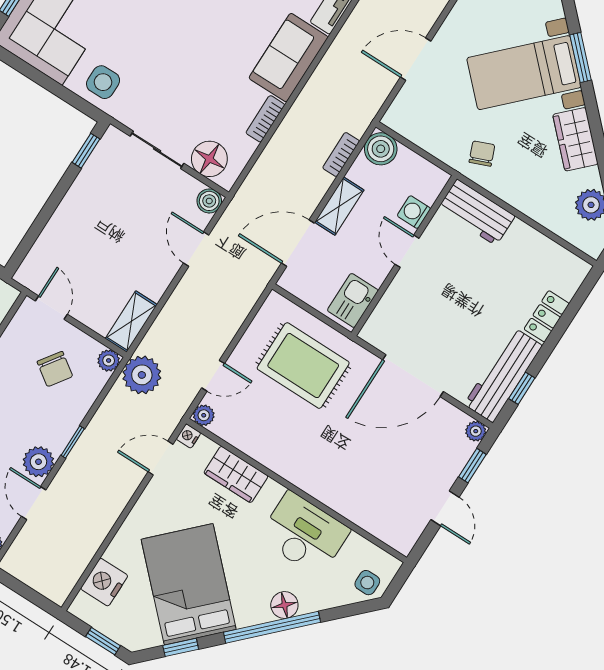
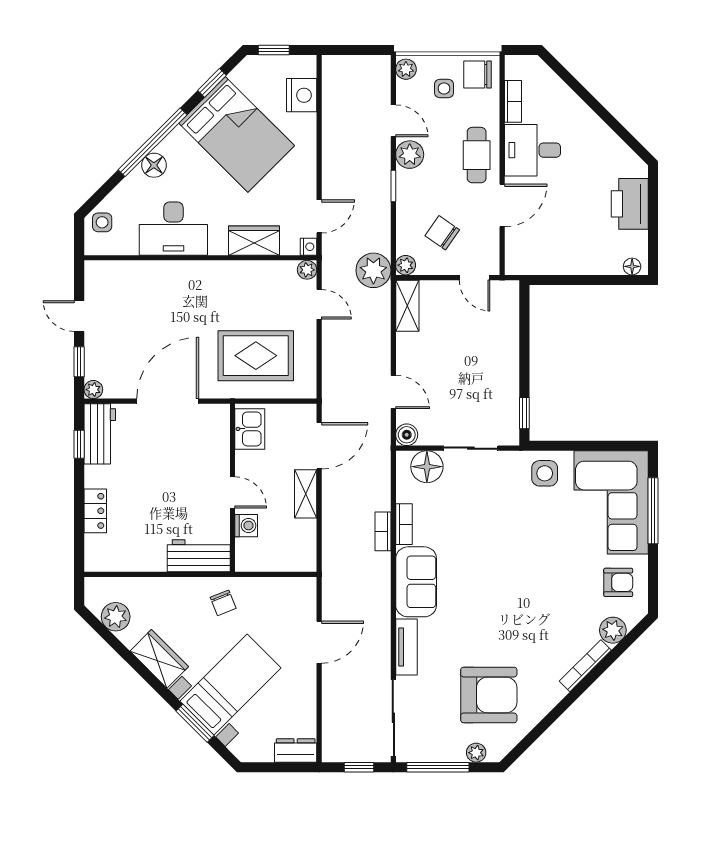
boiler: (381, 149) -> (302, 557), removed
bookcase: (341, 154) -> (383, 531), moved, turned 180
workbench: (503, 375) -> (100, 434), width x0.73
door: (213, 376) -> (319, 304), swing flipped

